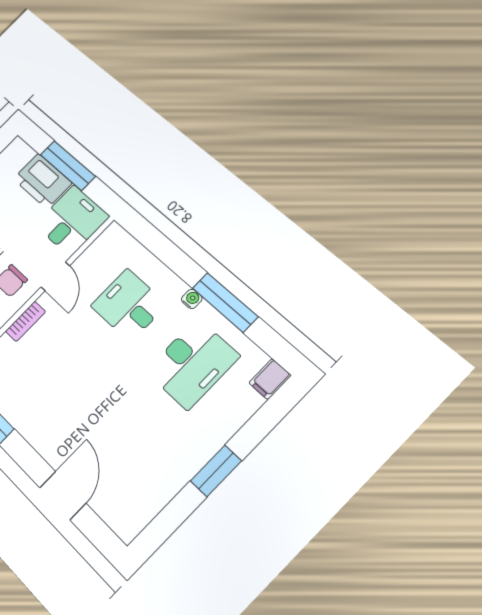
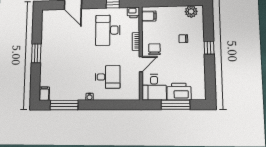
door: (55, 276) -> (141, 64), swing flipped
window: (225, 302) -> (64, 105), moved
desk: (193, 364) -> (108, 30), moved

